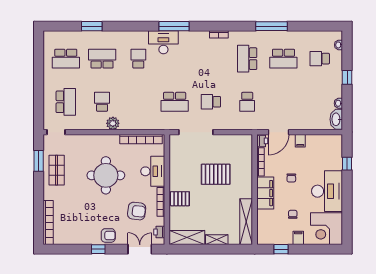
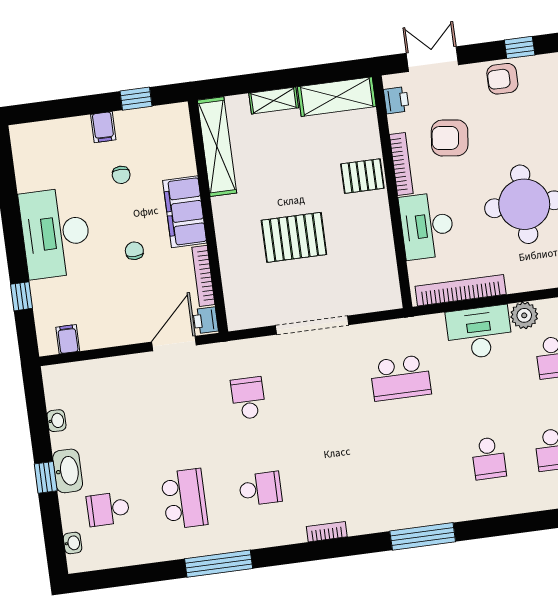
desk: (163, 42) -> (479, 332), moved, turned 180
school desk: (247, 59) -> (260, 489), width x0.54
school desk: (283, 59) -> (184, 499), turned 90
school desk: (320, 59) -> (108, 509), turned 180
school desk: (175, 102) -> (401, 378), turned 180
school desk: (211, 102) -> (324, 388), removed
washbasin: (336, 119) -> (68, 471), moved
doorway: (196, 132) -> (312, 325), moved
filing cabinet: (300, 141) -> (68, 339), moved
corner desk: (327, 229) -> (46, 154), removed
double door: (140, 249) -> (432, 59), swing flipped

